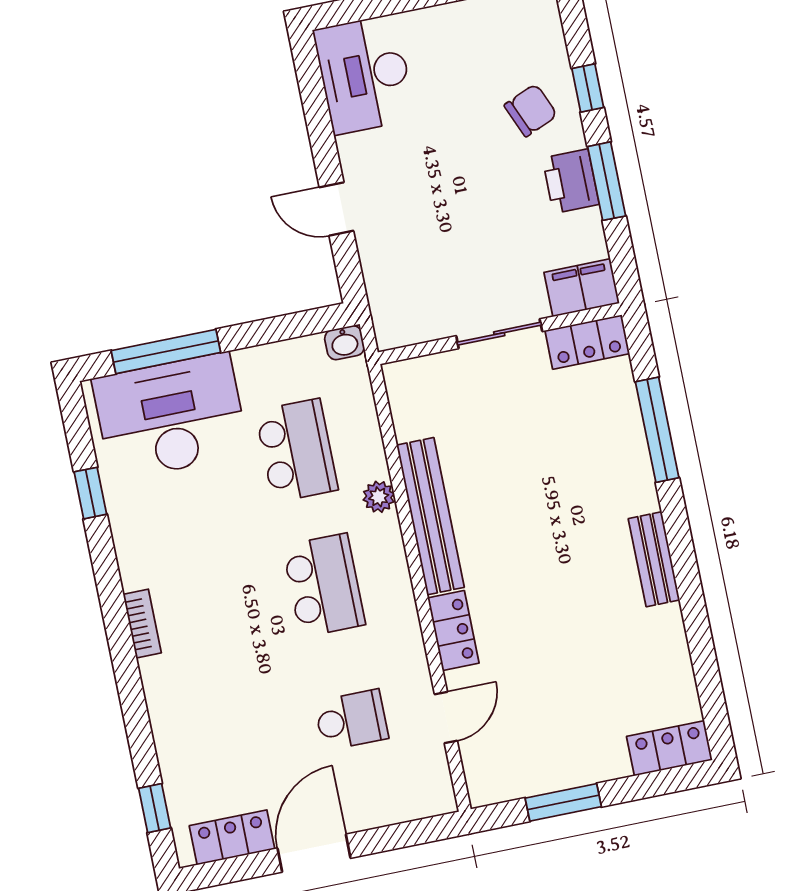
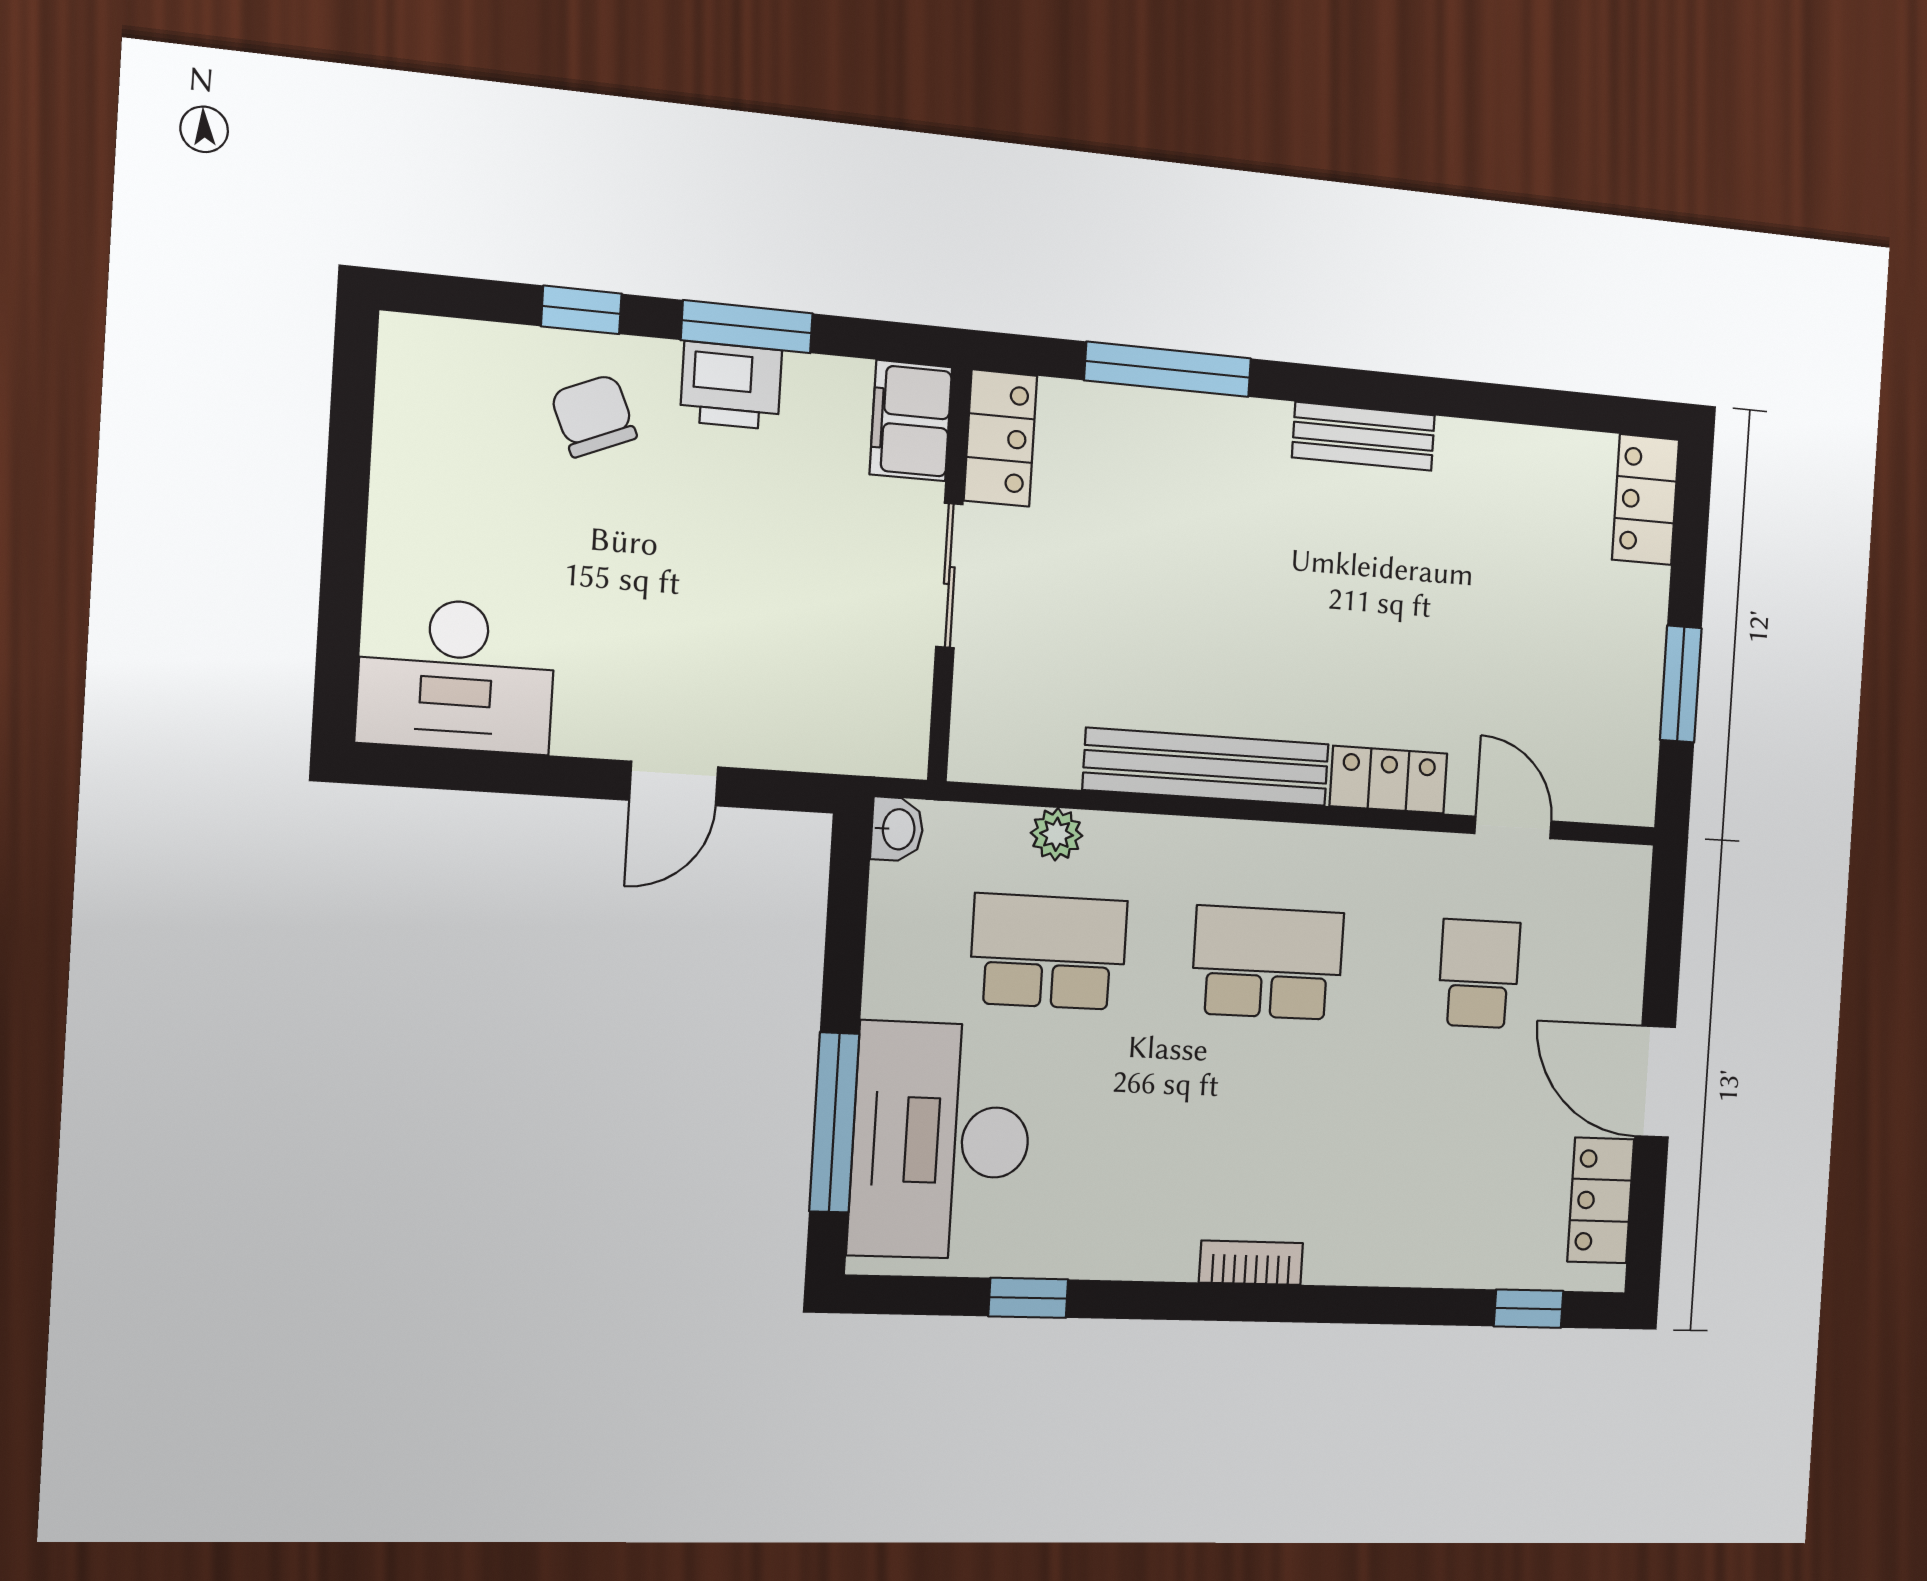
plant: (379, 497) -> (1057, 834), moved

